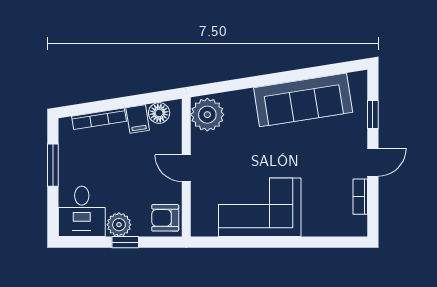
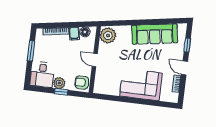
door: (373, 162) -> (184, 68), swing flipped
corner sofa: (260, 207) -> (141, 85), moved

